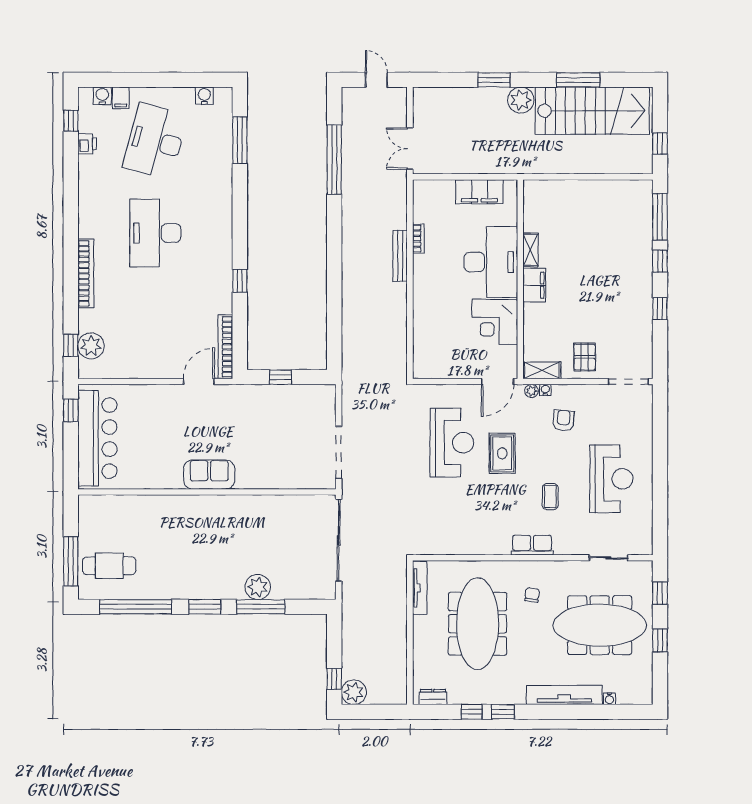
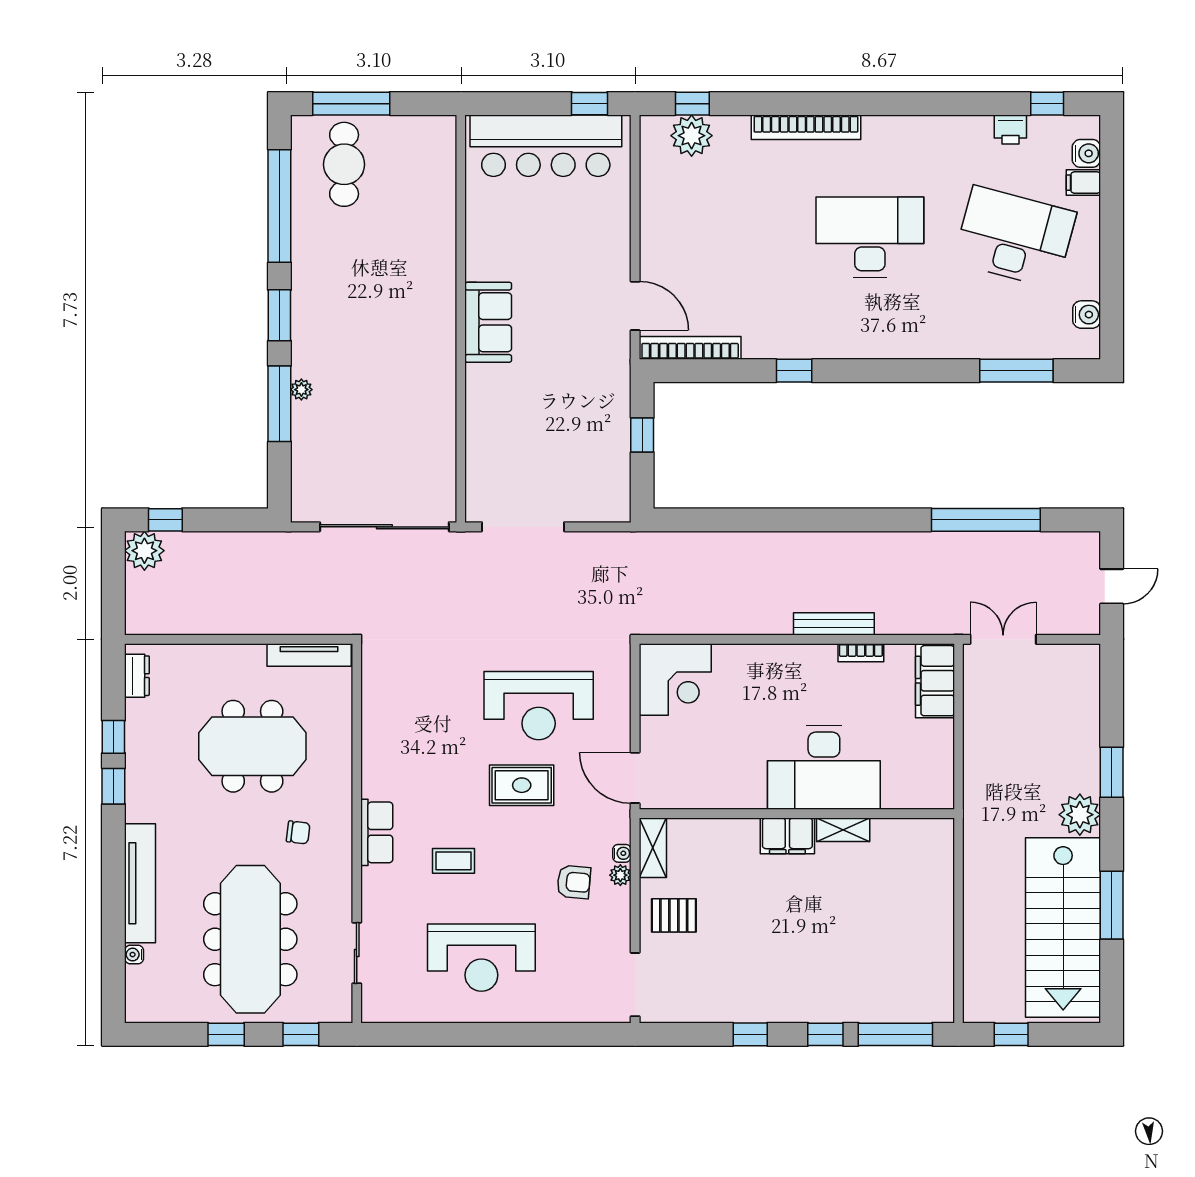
filing cabinet: (479, 192) -> (935, 681), moved
corner desk: (495, 322) -> (675, 679), moved, turned 180
plant: (531, 391) -> (620, 875), moved
plant: (258, 587) -> (301, 390), width x0.53, depth x0.53
meeting table: (478, 624) -> (252, 746), width x0.73

